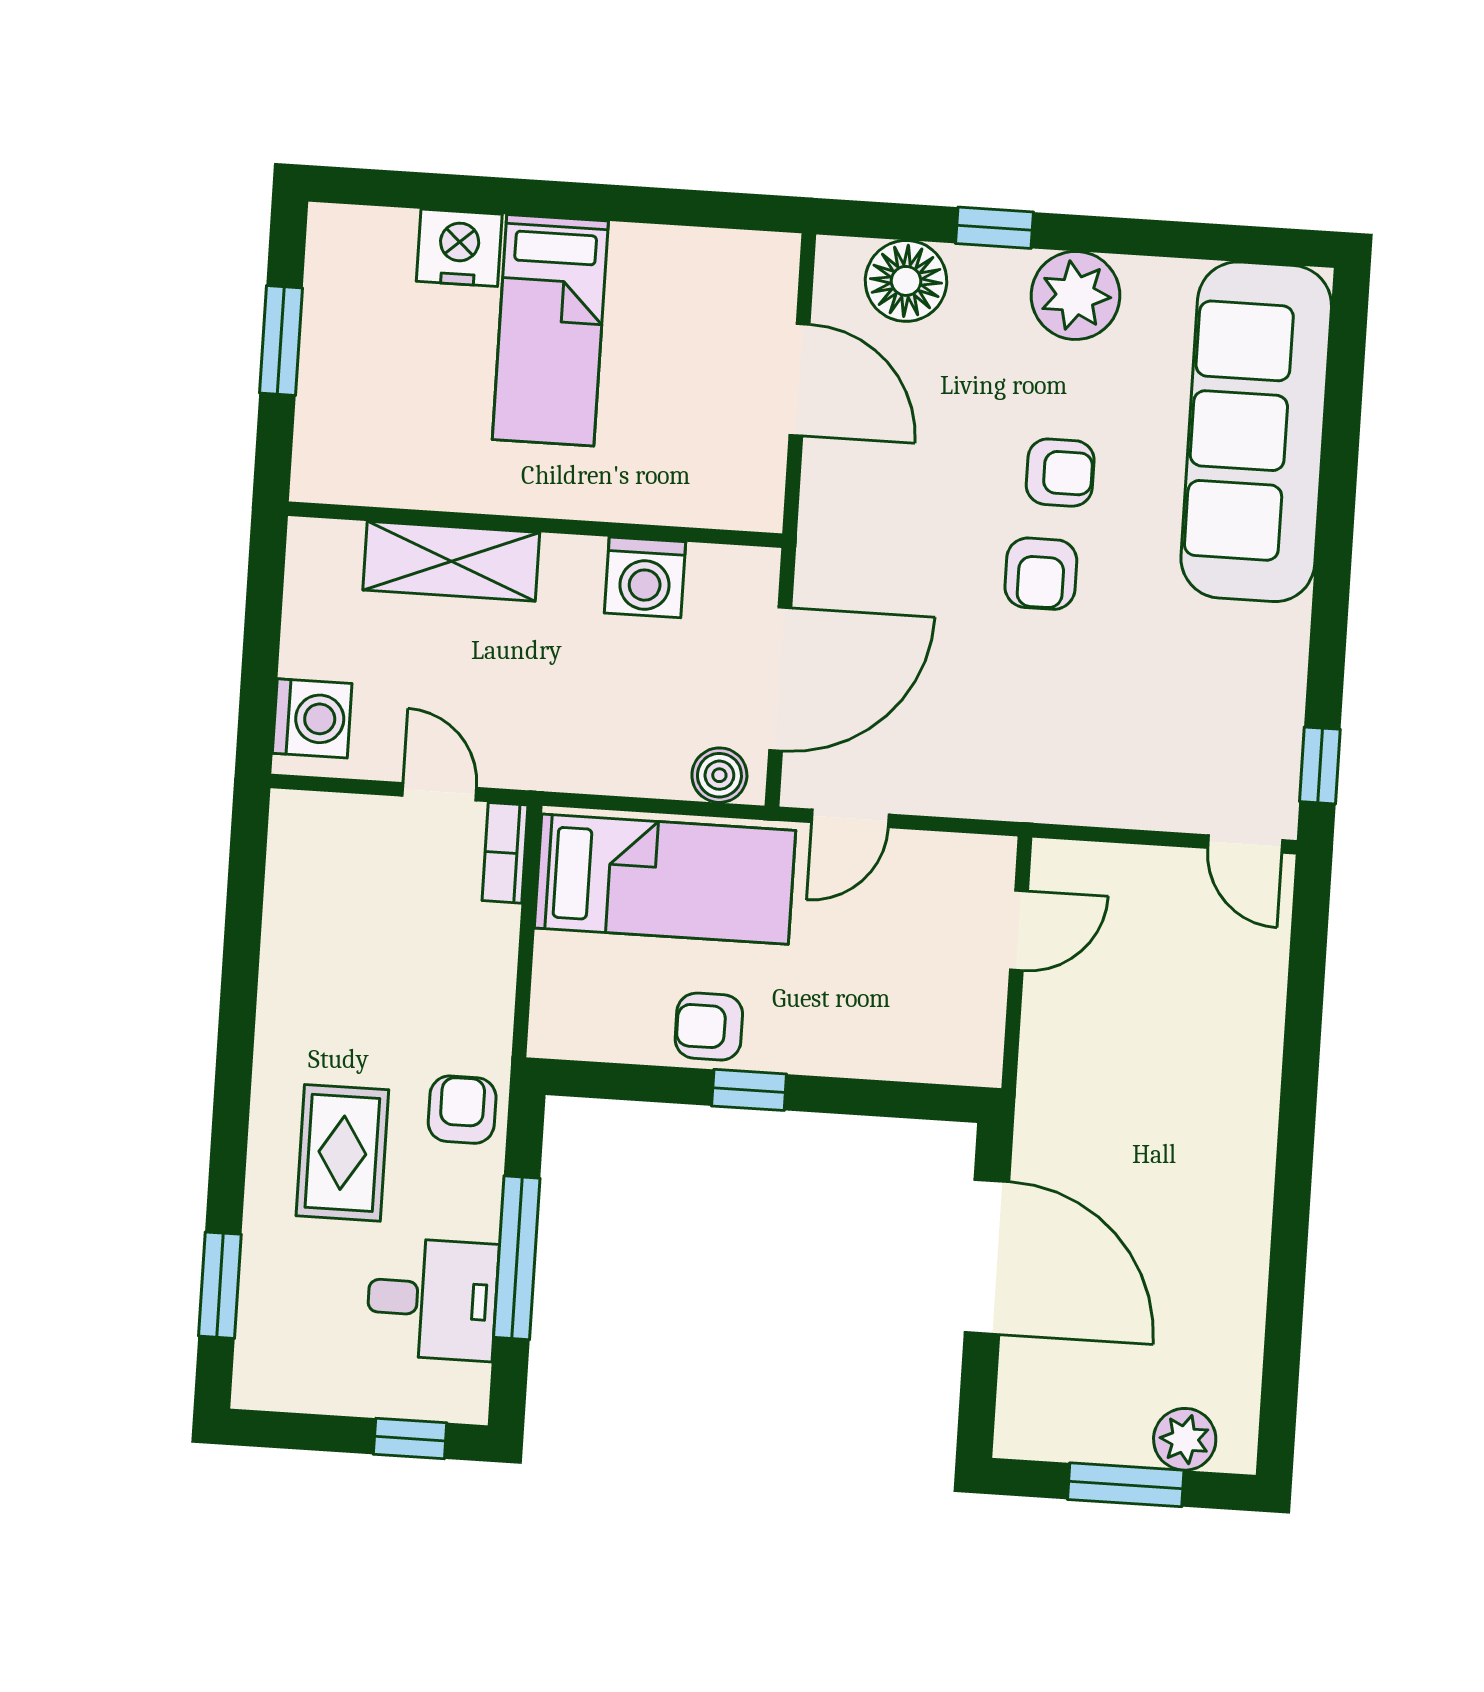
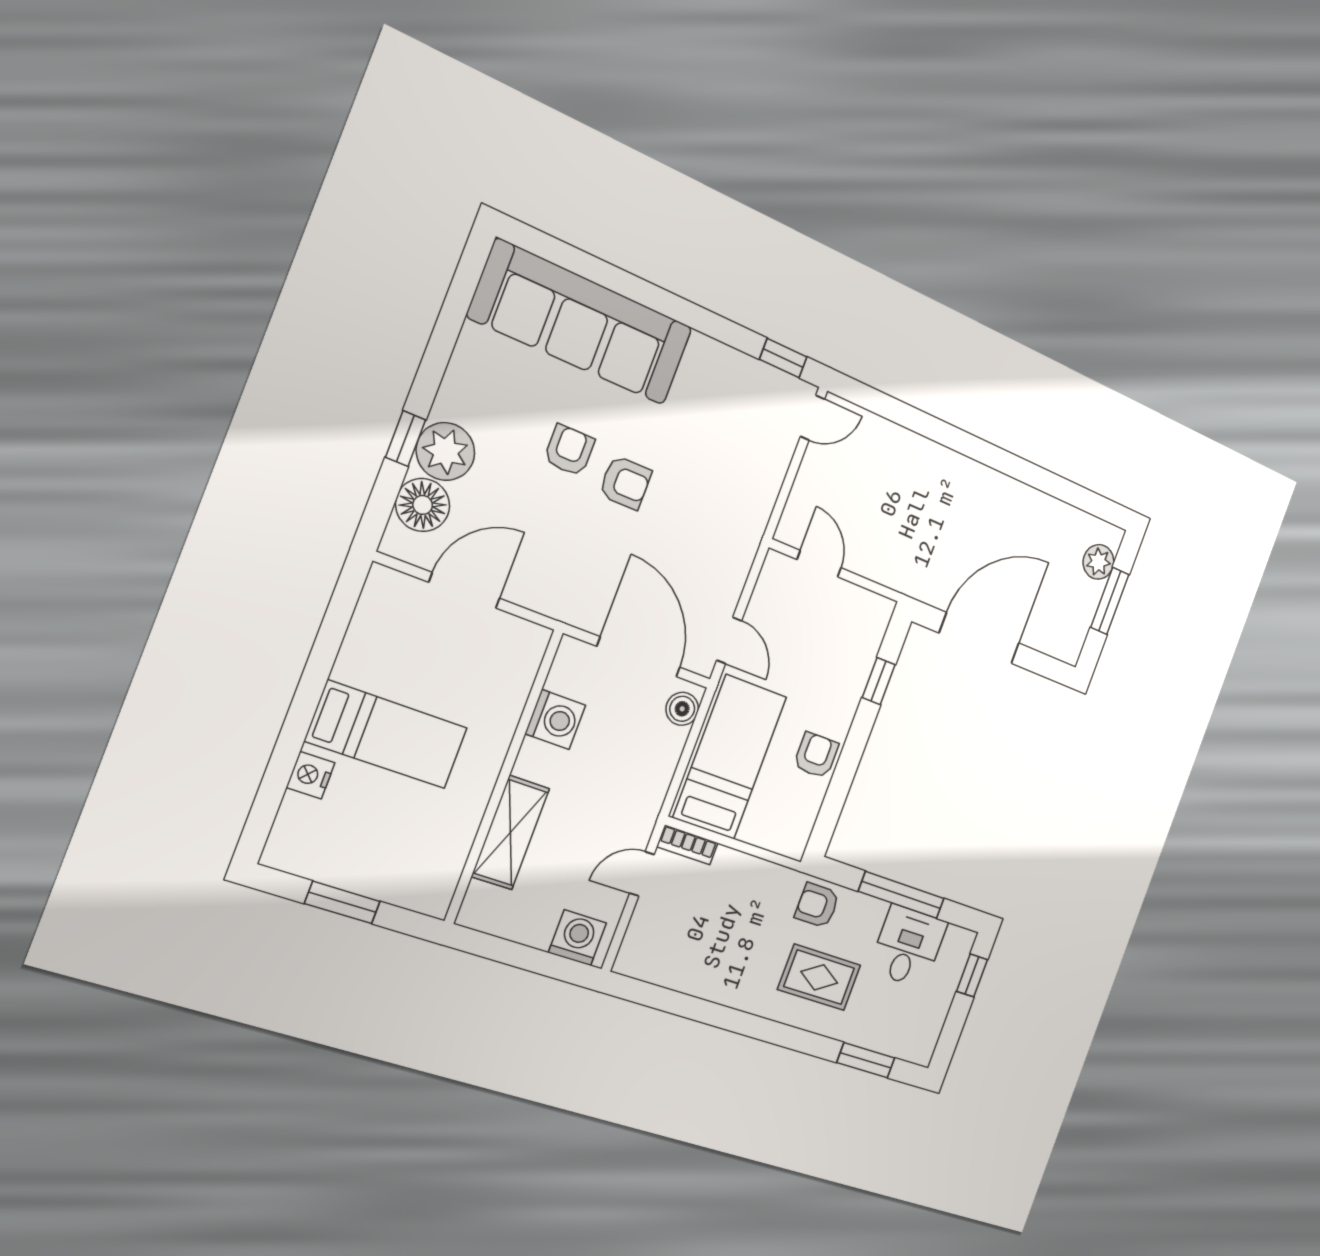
nightstand: (459, 248) -> (311, 775), width x0.74, depth x0.75
plant: (1076, 295) -> (445, 451), moved
armchair: (709, 1027) -> (816, 755), turned 180
window: (749, 1090) -> (879, 681), moved

